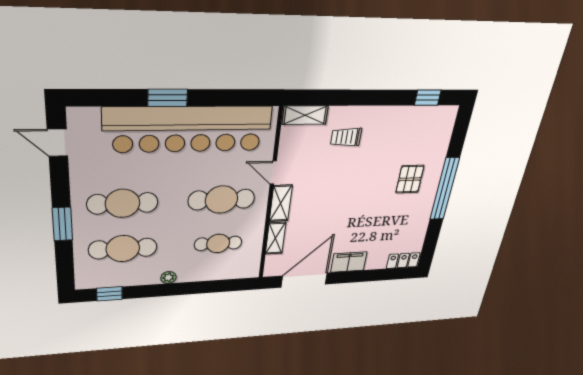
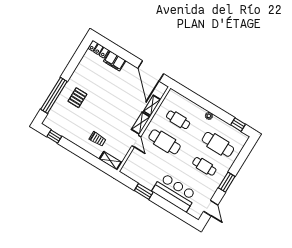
window: (168, 98) -> (144, 191), moved
bar counter: (188, 129) -> (175, 192), width x0.54
window: (445, 189) -> (54, 95), moved
cafe table: (123, 203) -> (204, 166), width x0.73, depth x0.74
window: (62, 224) -> (227, 182), moved
filing cabinet: (349, 262) -> (115, 61), moved
door: (304, 280) -> (151, 71), hinge flipped

